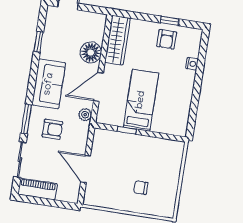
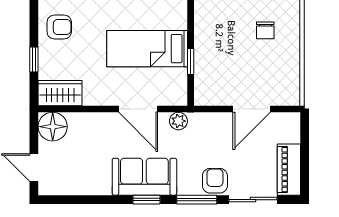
window: (169, 21) -> (34, 59), moved
wardrobe: (117, 40) -> (60, 93), width x0.67
window: (38, 42) -> (147, 200), moved
floor lamp: (91, 52) -> (53, 127), moved
armchair: (52, 129) -> (215, 181), moved

